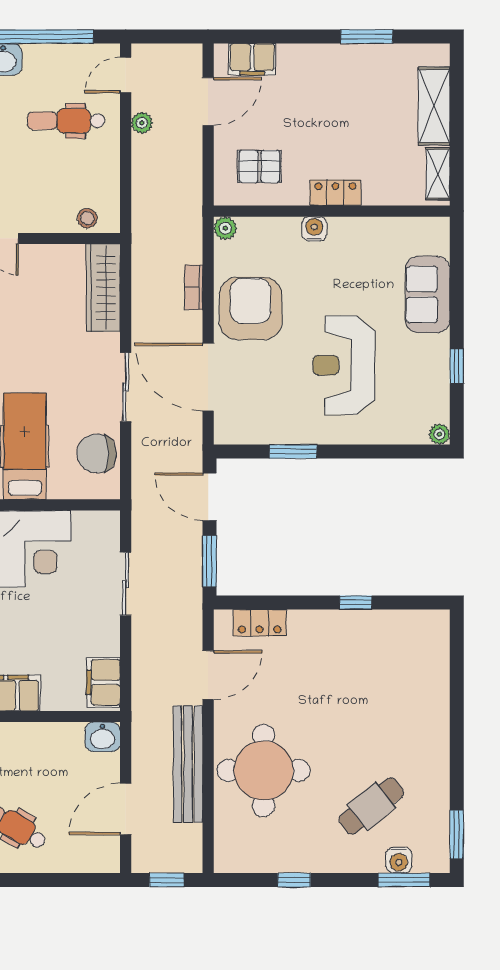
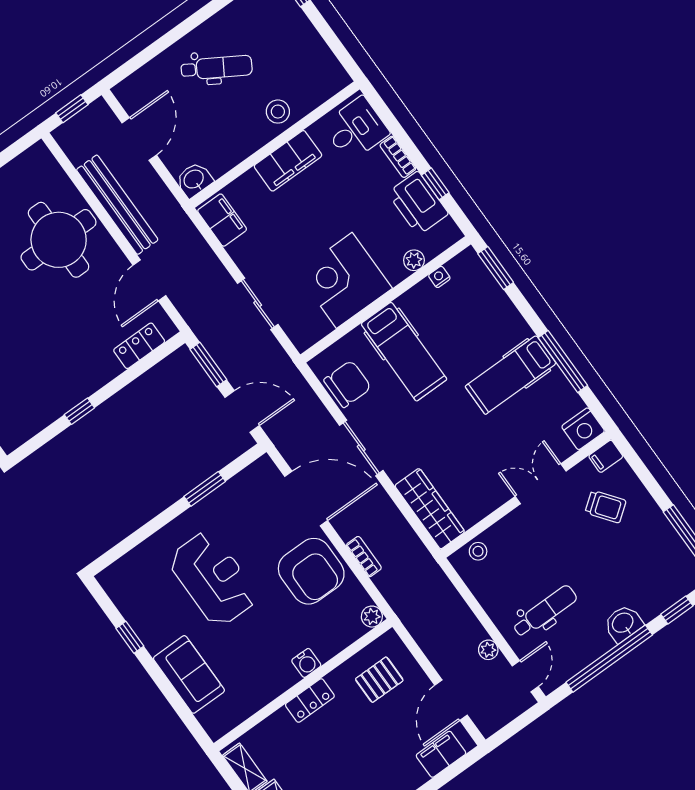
plant: (439, 434) -> (107, 578), removed

